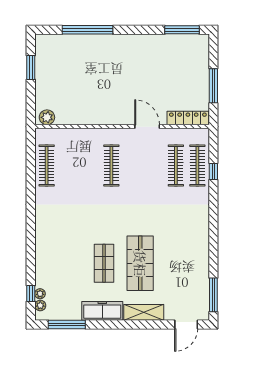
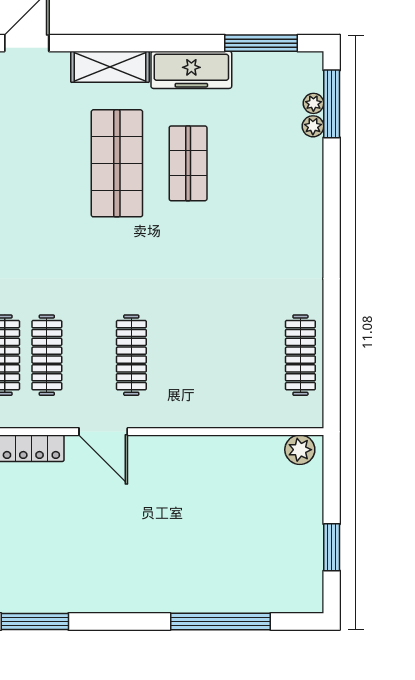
clothes rail: (111, 165) -> (131, 355), moved
window: (31, 293) -> (332, 104), width x2.17
plant: (40, 305) -> (313, 126), moved

